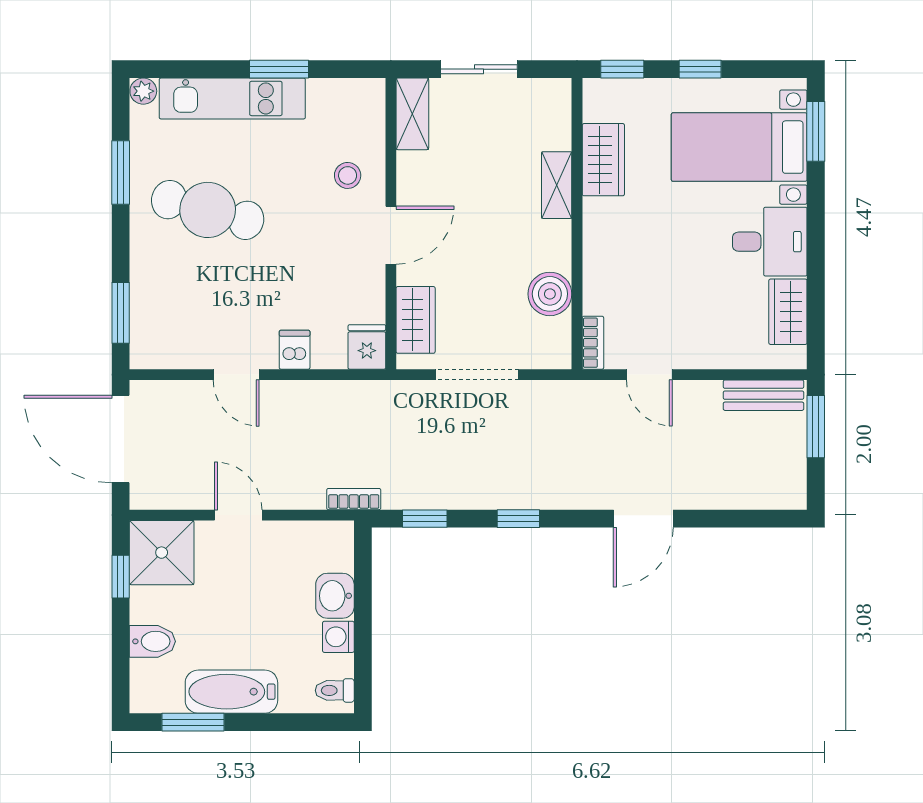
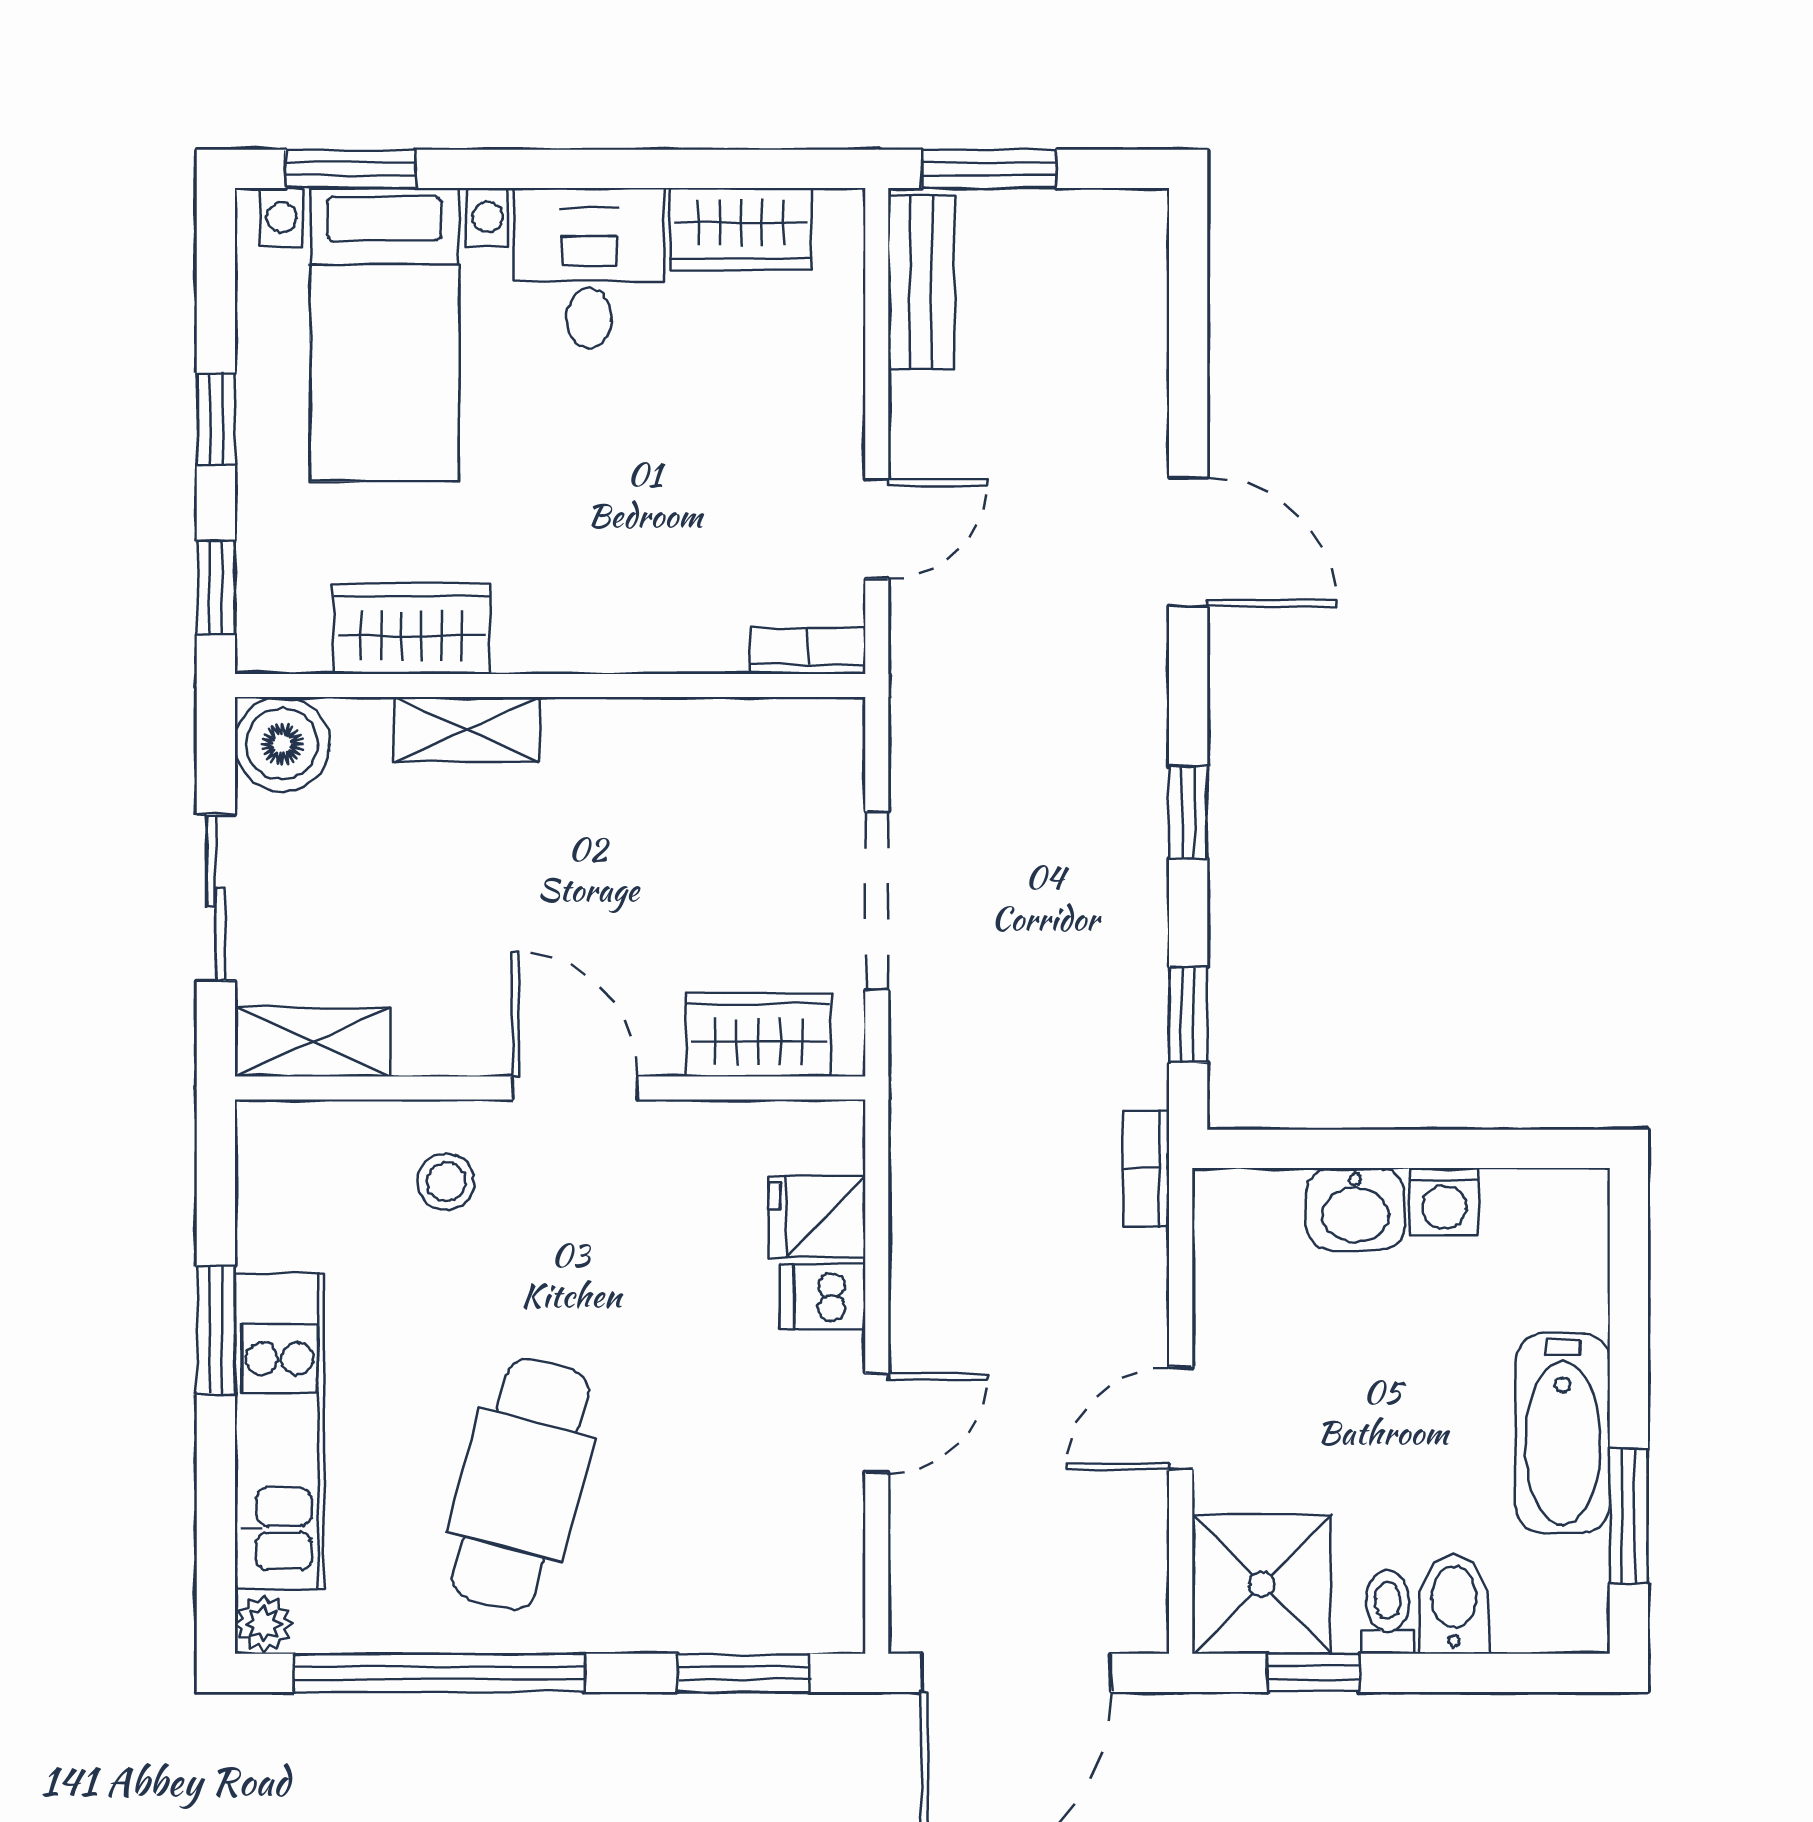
window: (121, 172) -> (439, 1673), width x2.11
boiler: (550, 294) -> (282, 744), moved
fridge: (367, 347) -> (817, 1217), moved
toilet: (335, 690) -> (1388, 1612), moved, turned 180

